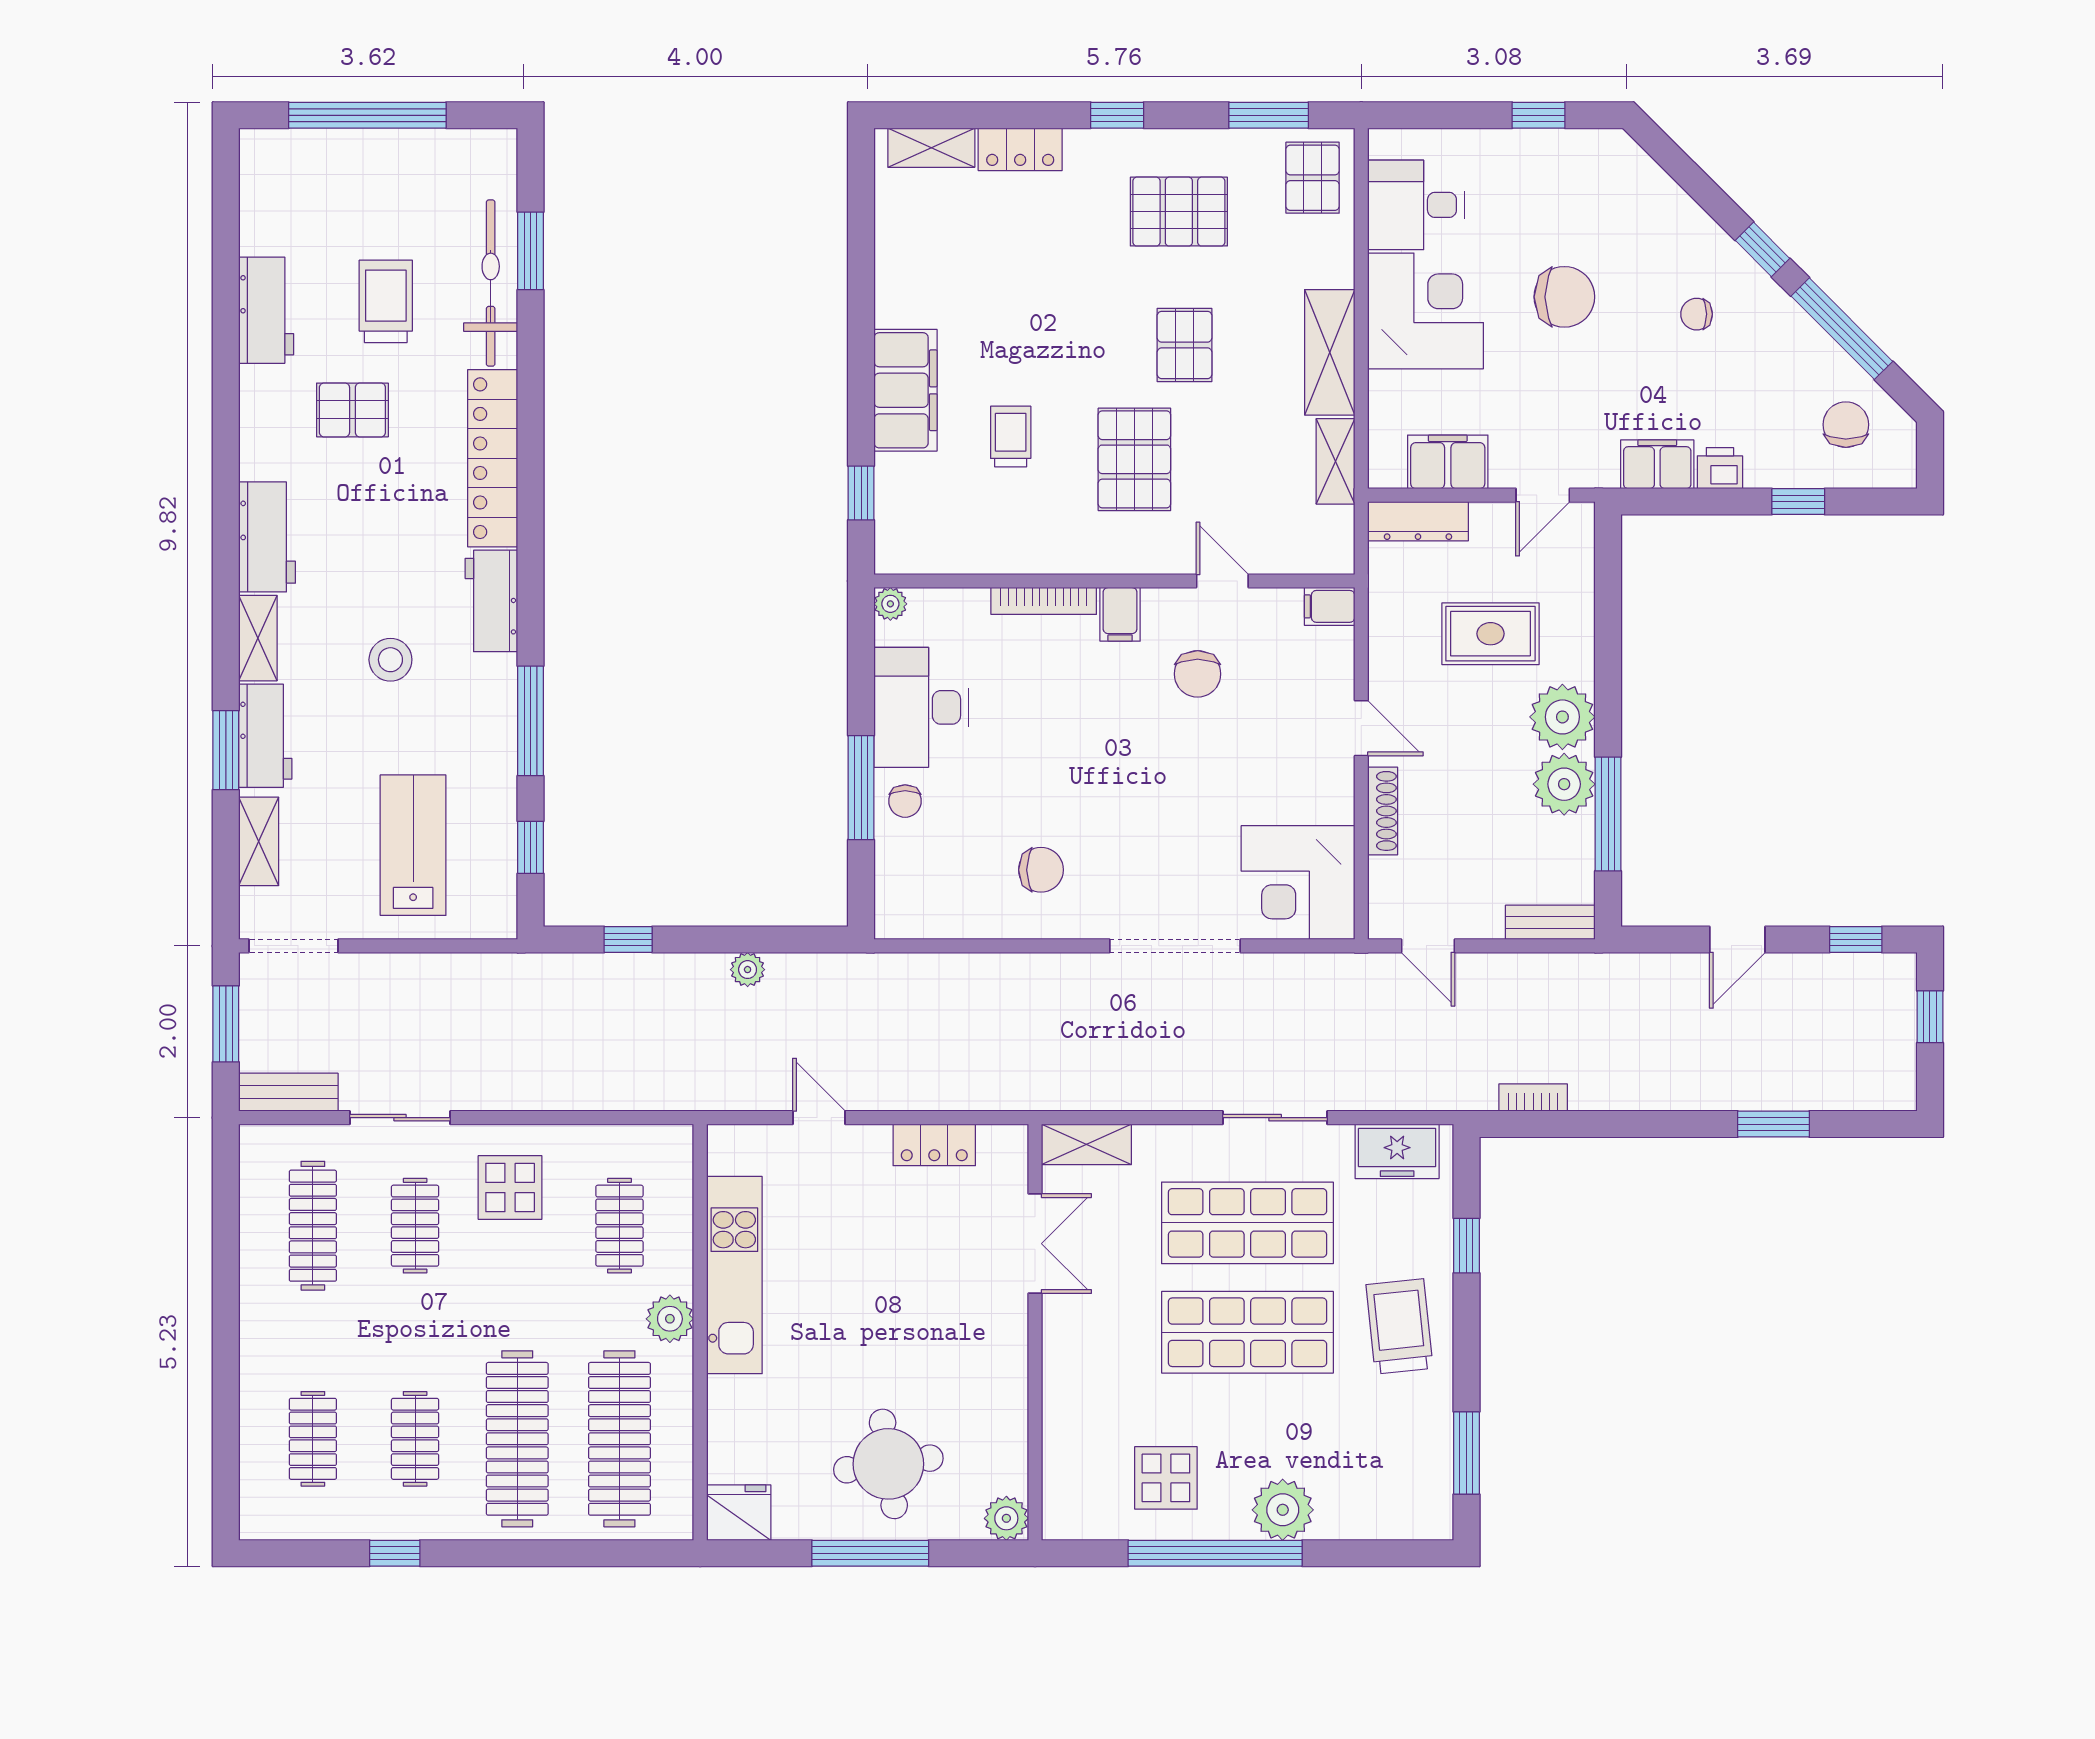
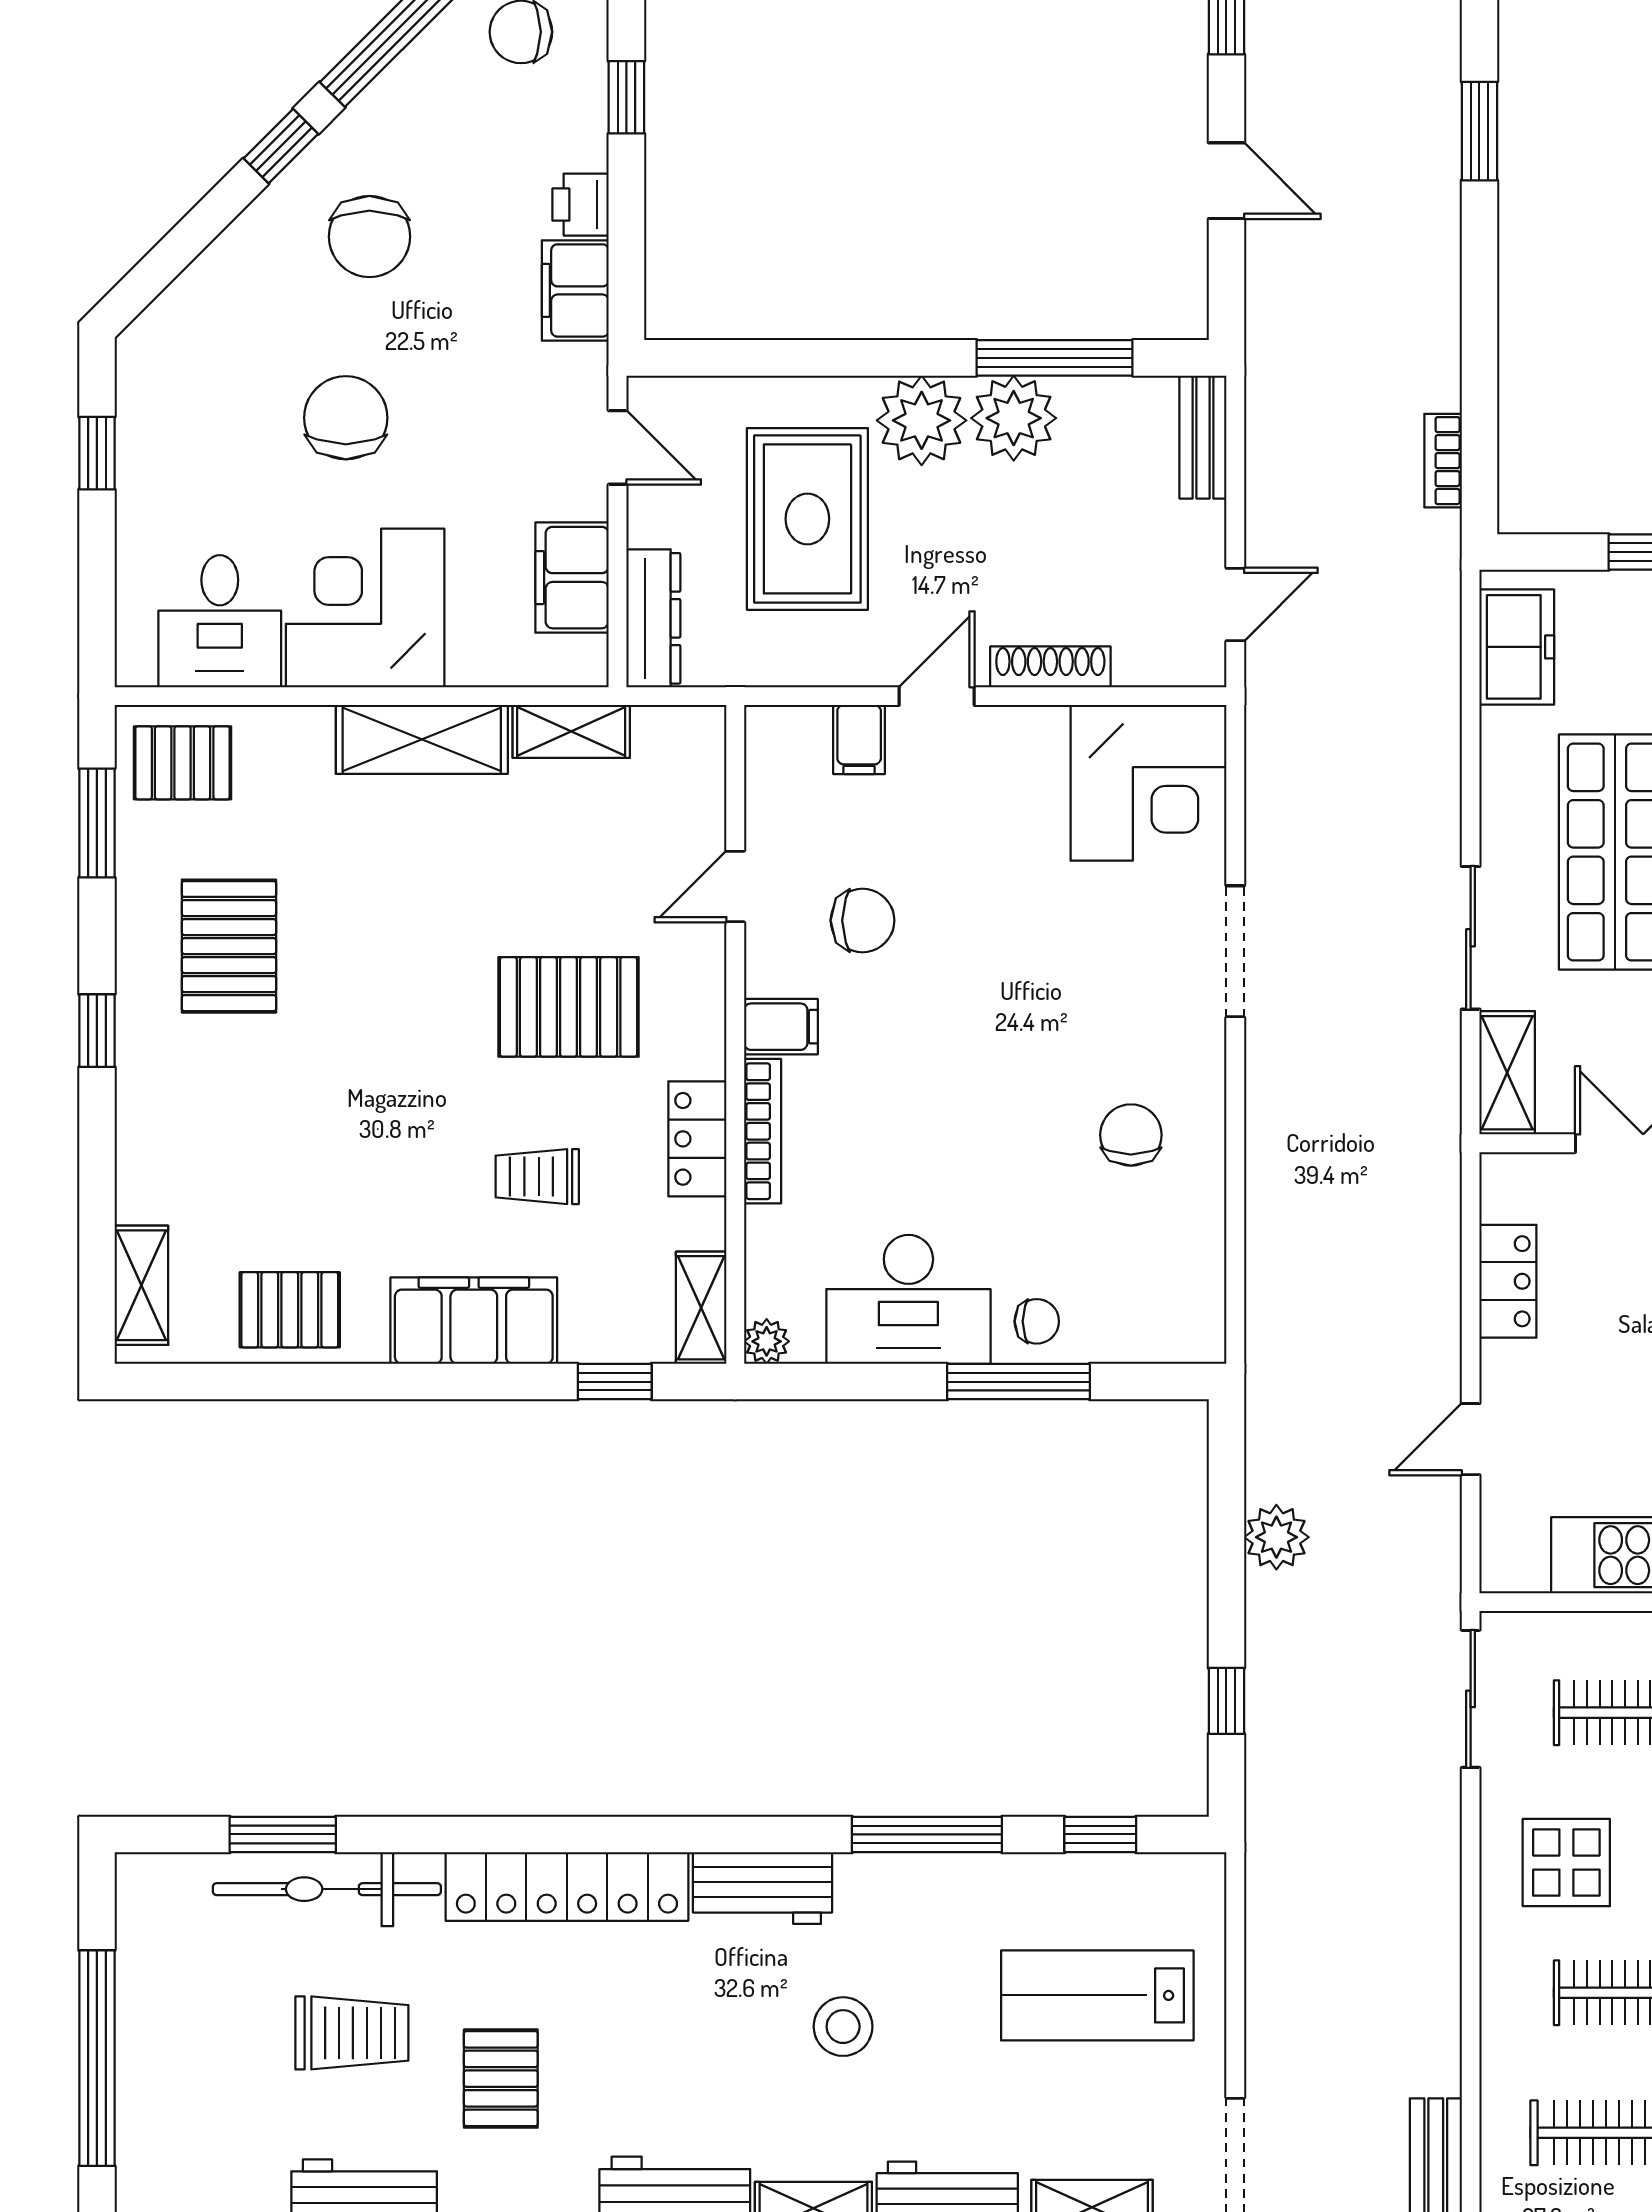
locker: (1020, 149) -> (697, 1139), moved, turned 180
trolley: (386, 301) -> (352, 2033), turned 180
chair: (1697, 314) -> (369, 237), width x1.87, depth x1.87
pallet: (1185, 345) -> (290, 1310), moved
shelving: (915, 556) -> (701, 1308), added
filing cabinet: (1330, 606) -> (859, 740), moved
rug: (1491, 634) -> (807, 519), width x1.36, depth x1.43
doorway: (1175, 946) -> (1235, 951), width x0.73
plant: (748, 970) -> (1276, 1537), width x1.38, depth x1.38
sliding door: (400, 1118) -> (1471, 1699), moved
sliding door: (1275, 1118) -> (1471, 938), moved

